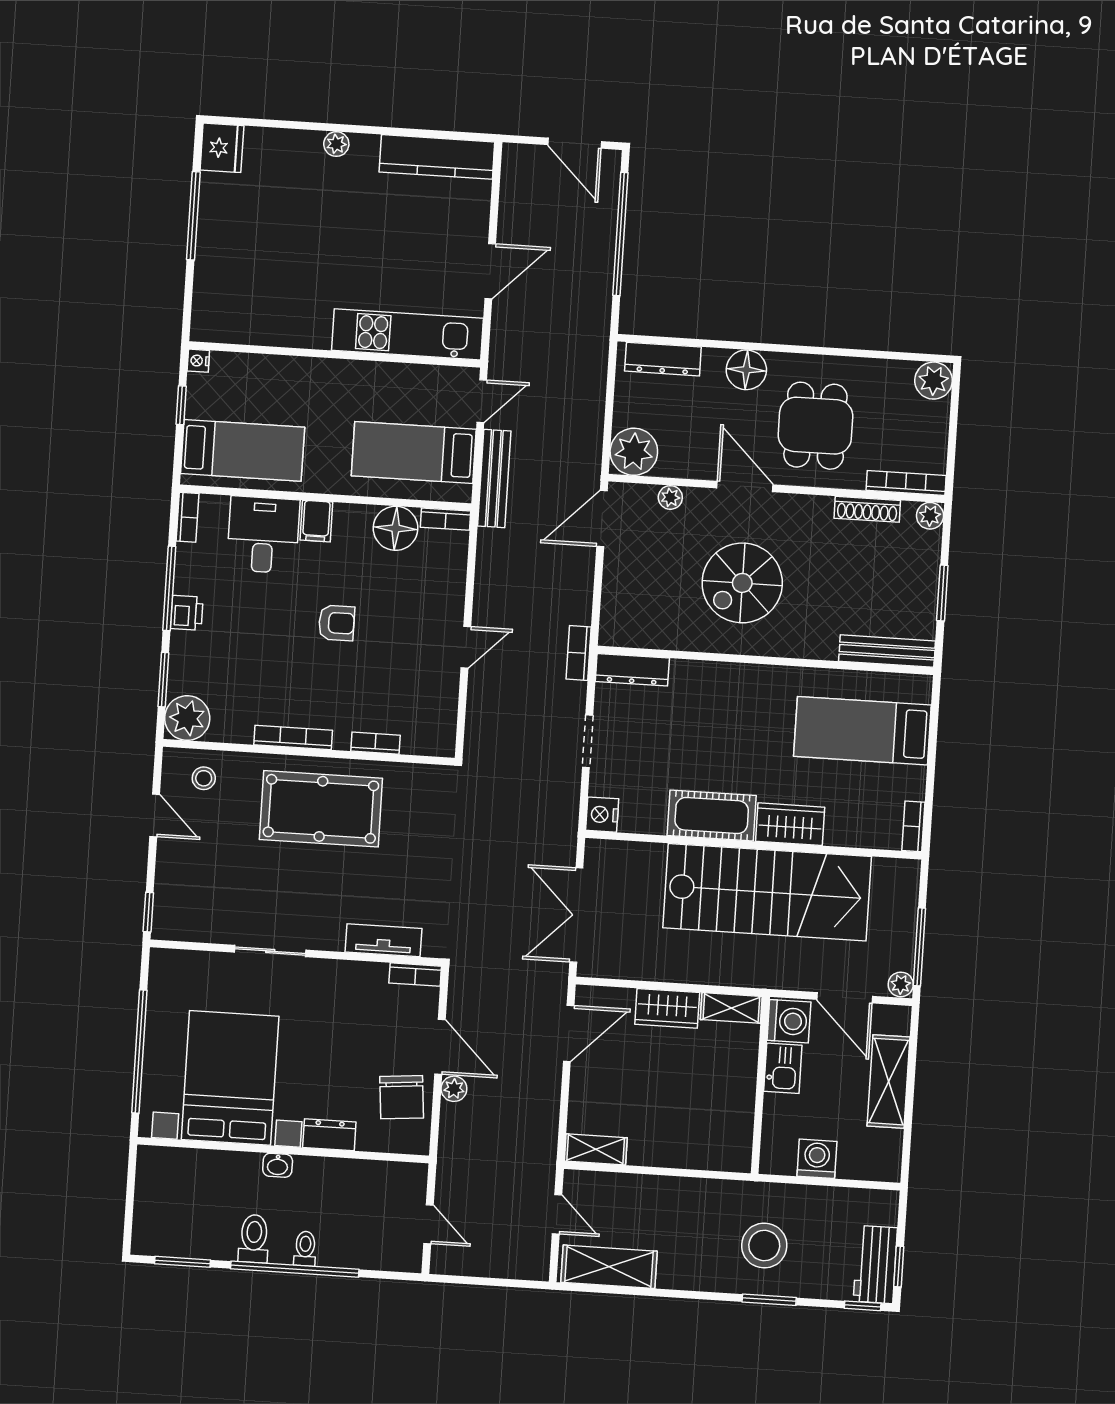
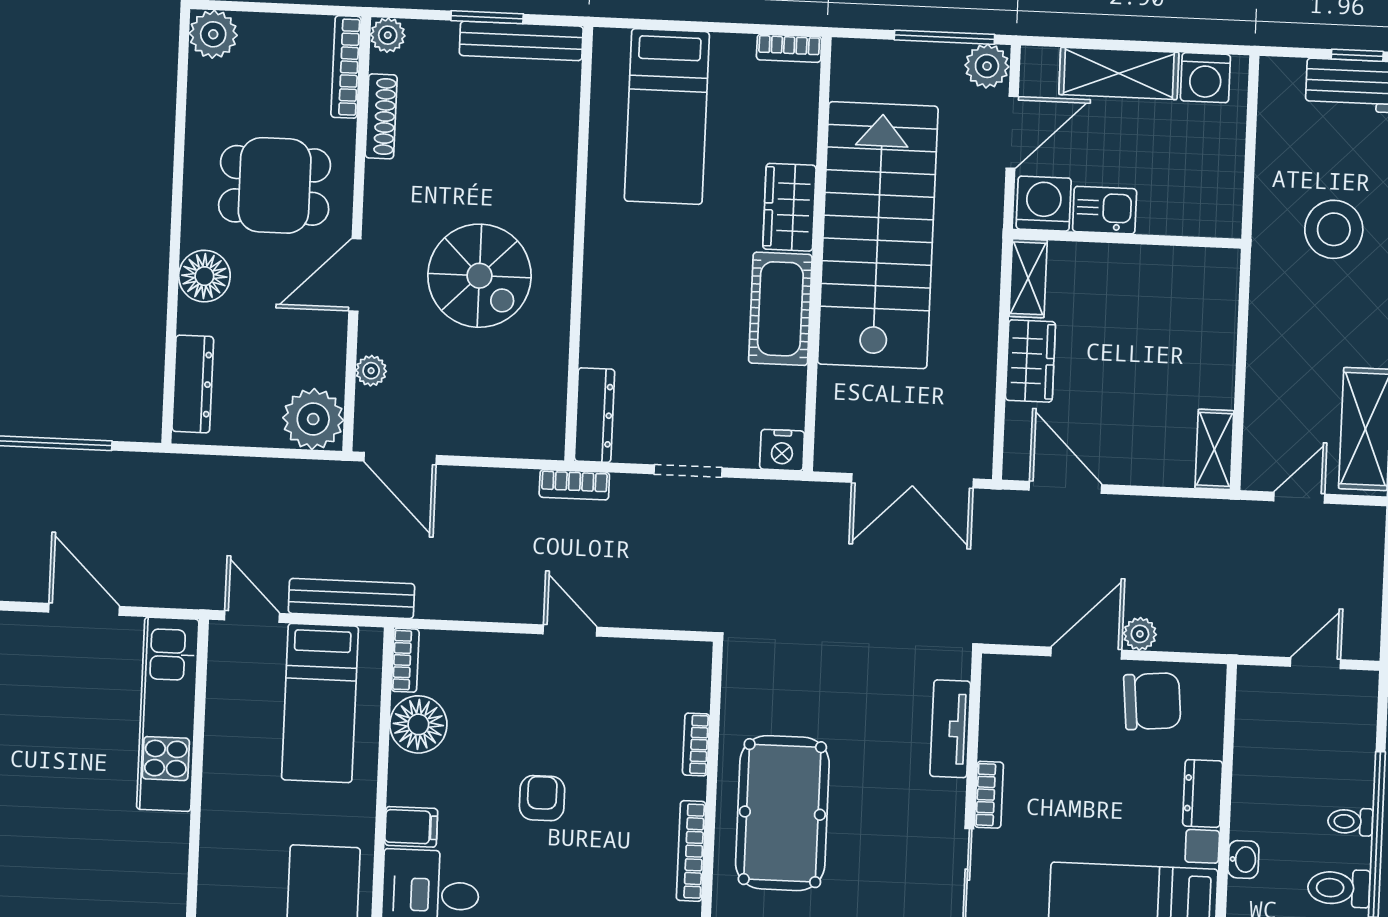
bench: (887, 651) -> (521, 41), moved, turned 90
bookcase: (415, 975) -> (989, 795), moved
plant: (901, 984) -> (987, 66), width x1.38, depth x1.38
washing machine: (817, 1159) -> (1205, 78), moved, turned -90

